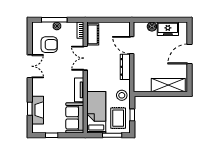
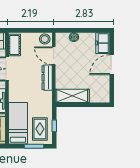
freezer: (168, 29) -> (103, 43), moved, turned 90
shelving: (168, 85) -> (72, 96), moved
stool: (122, 95) -> (45, 39), moved

